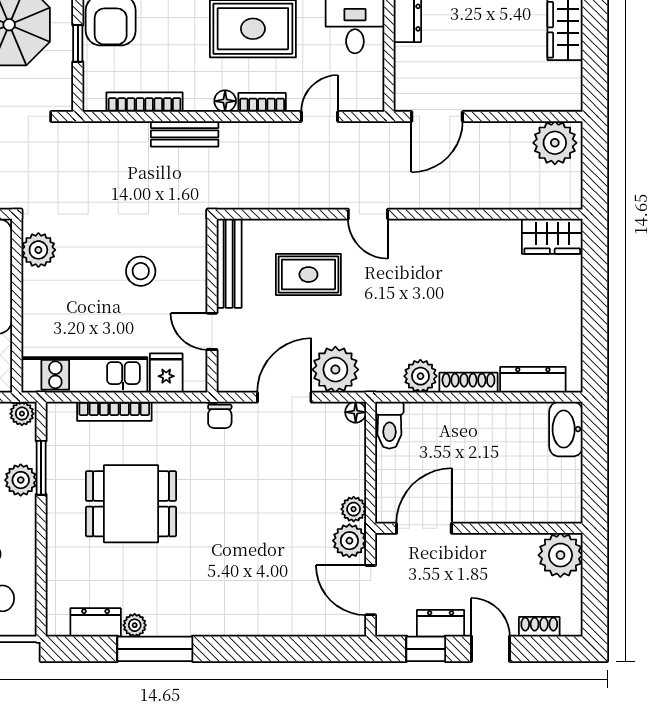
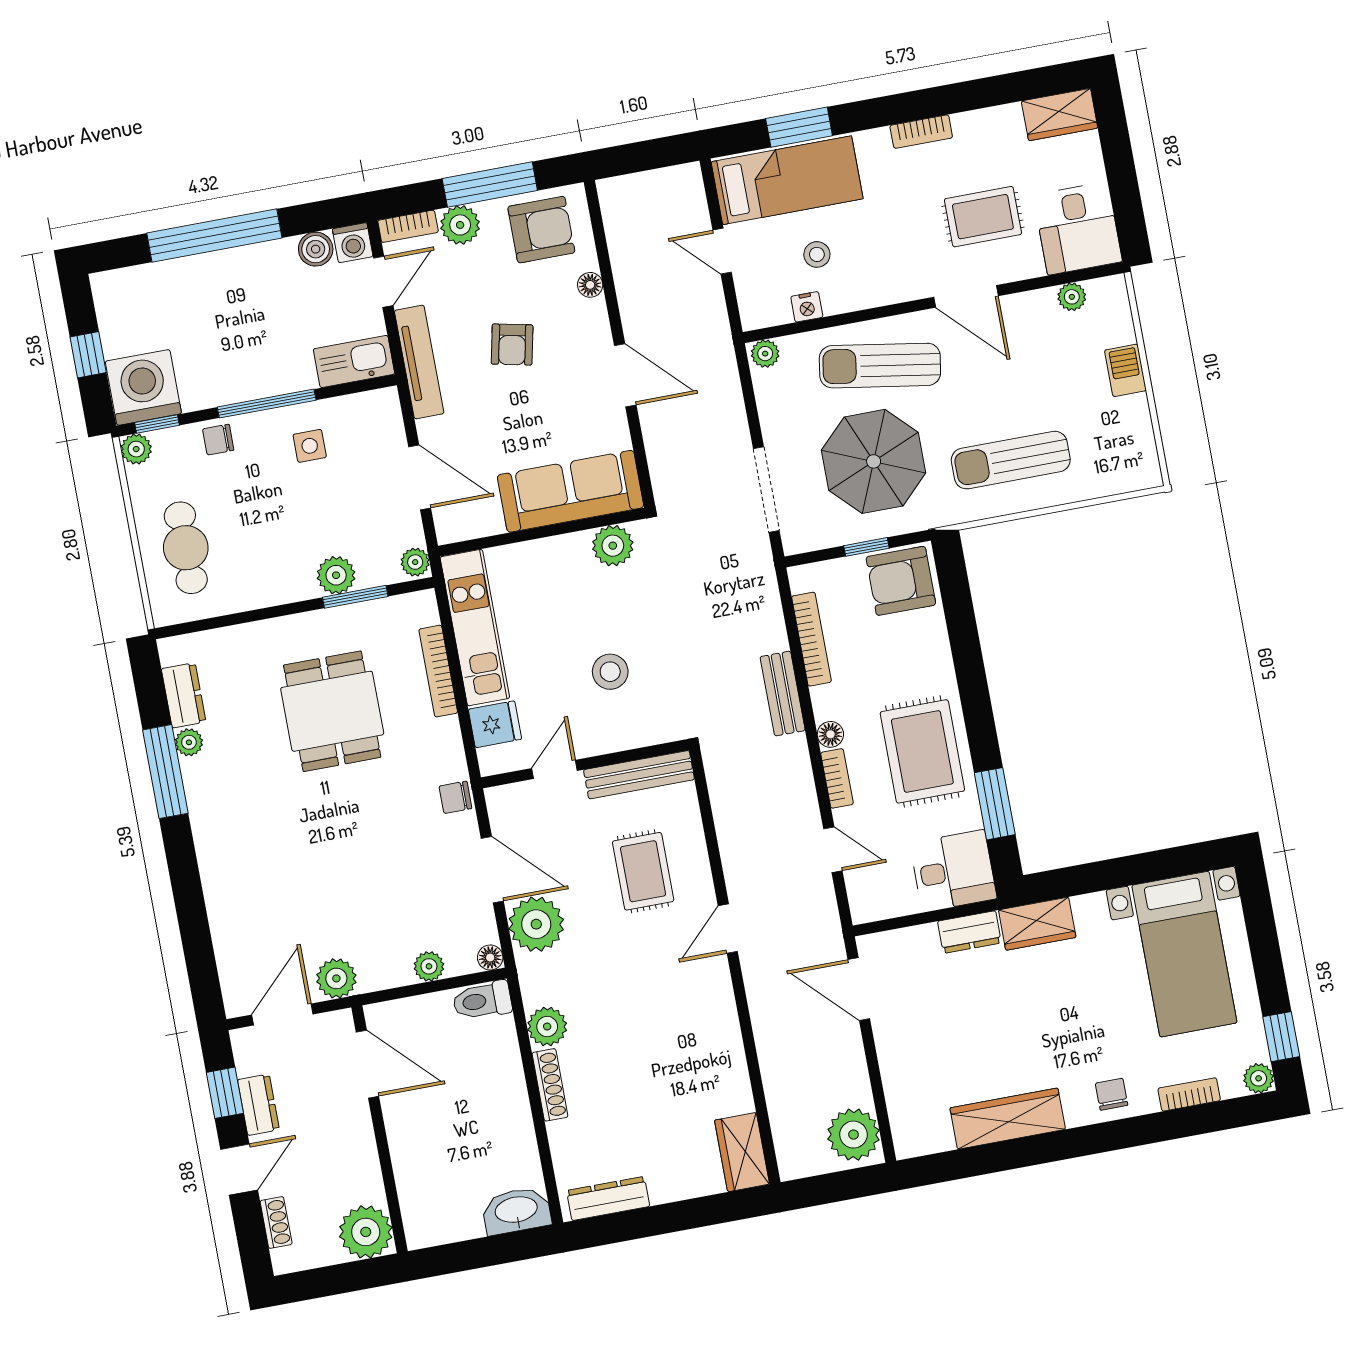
dresser: (533, 380) -> (608, 1198), moved, turned -90
plant: (354, 509) -> (429, 966), moved

